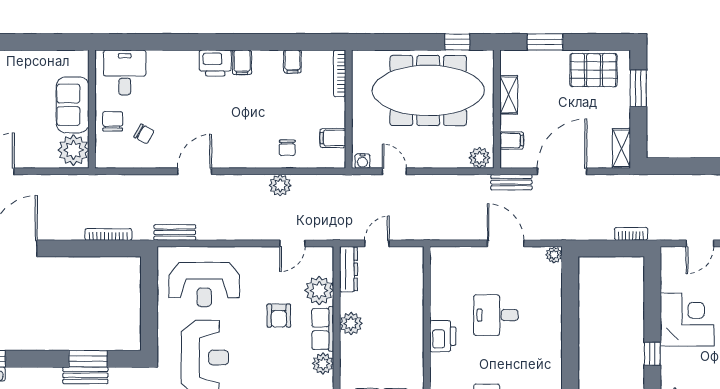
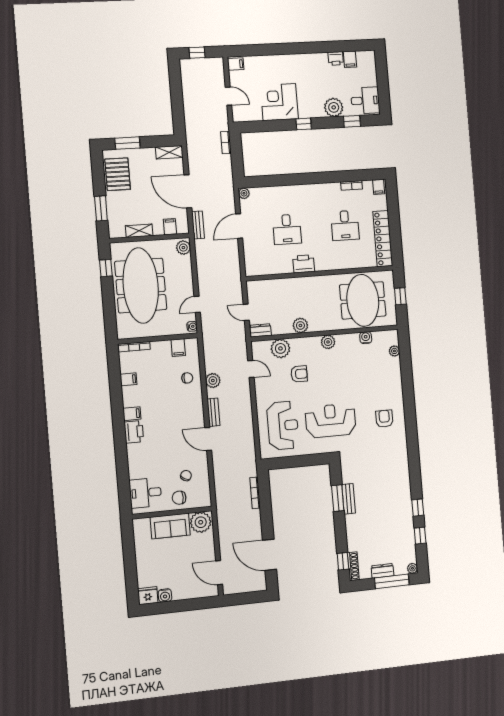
bench: (175, 233) -> (213, 412), moved
dresser: (348, 269) -> (260, 330), width x0.70
row of seats: (323, 329) -> (305, 344), removed

